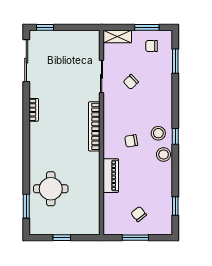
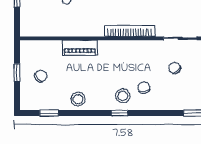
chair: (131, 141) -> (144, 88), moved
stool: (164, 155) -> (78, 99), moved
window: (135, 238) -> (17, 73), width x0.67

